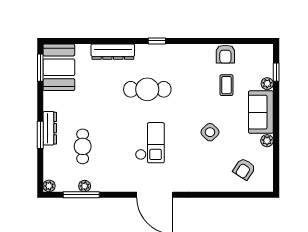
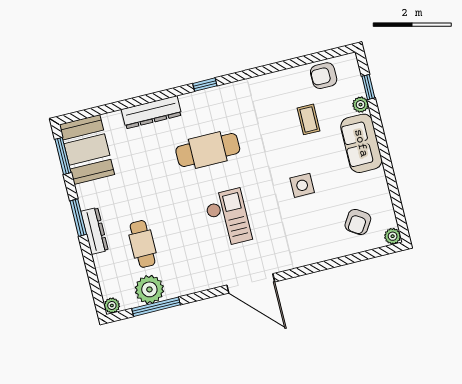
armchair: (225, 54) -> (324, 76), moved, turned 90
side table: (210, 132) -> (302, 185), turned 45
window: (40, 135) -> (78, 218), moved
plant: (267, 141) -> (393, 236), moved
plant: (85, 186) -> (149, 289), width x1.88, depth x1.88

